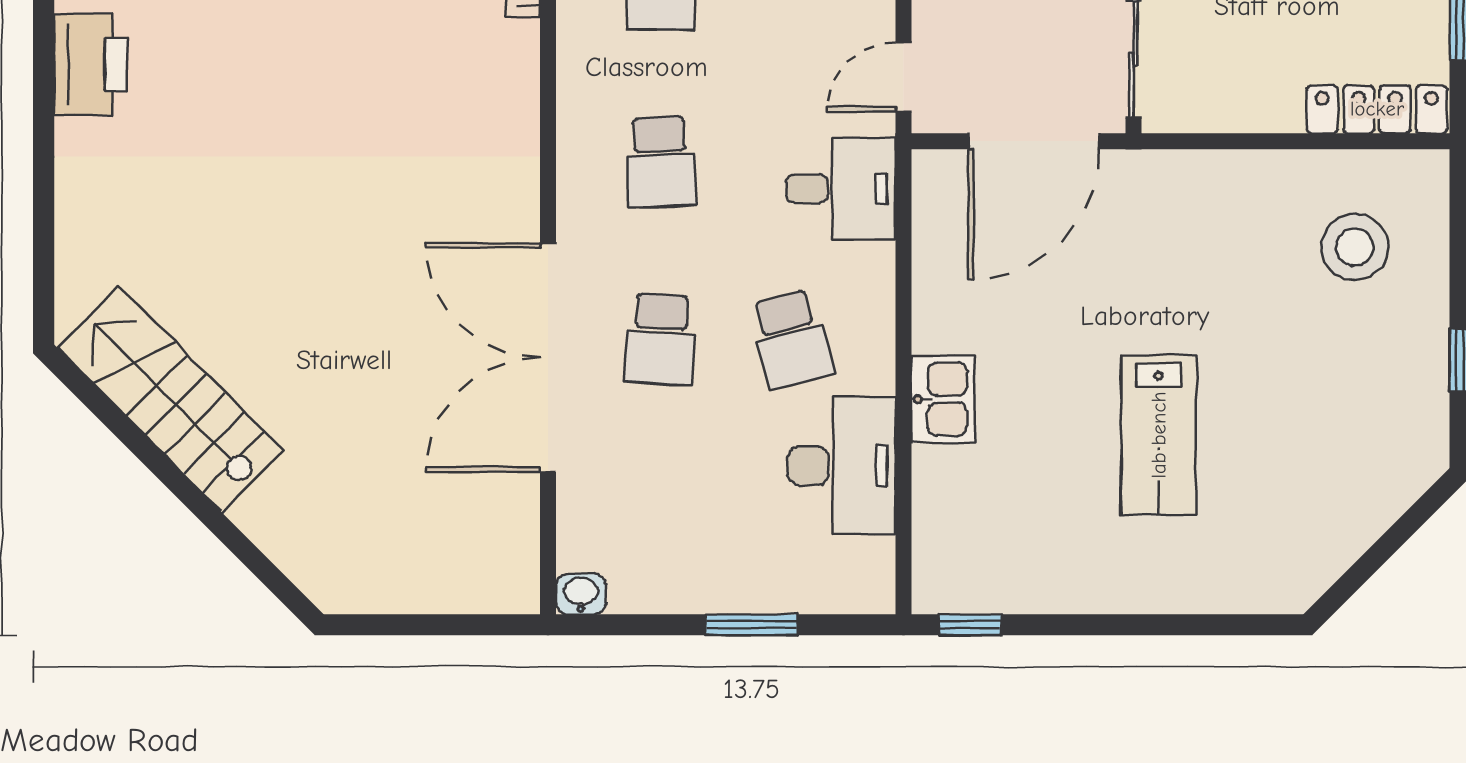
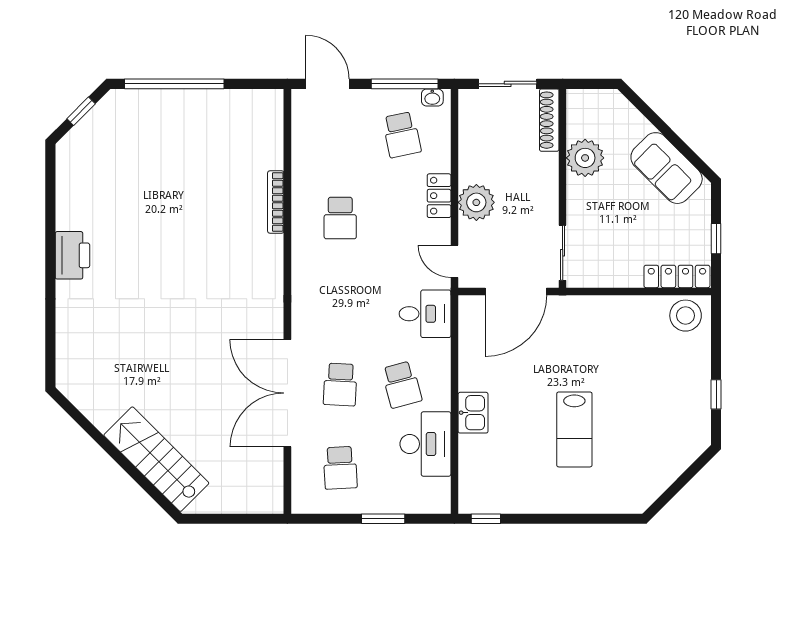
door: (903, 77) -> (454, 261), hinge flipped
school desk: (660, 162) -> (340, 468), moved
stool: (1355, 247) -> (686, 316), moved
stairs: (170, 399) -> (156, 459), moved
washbasin: (581, 594) -> (303, 504), removed

